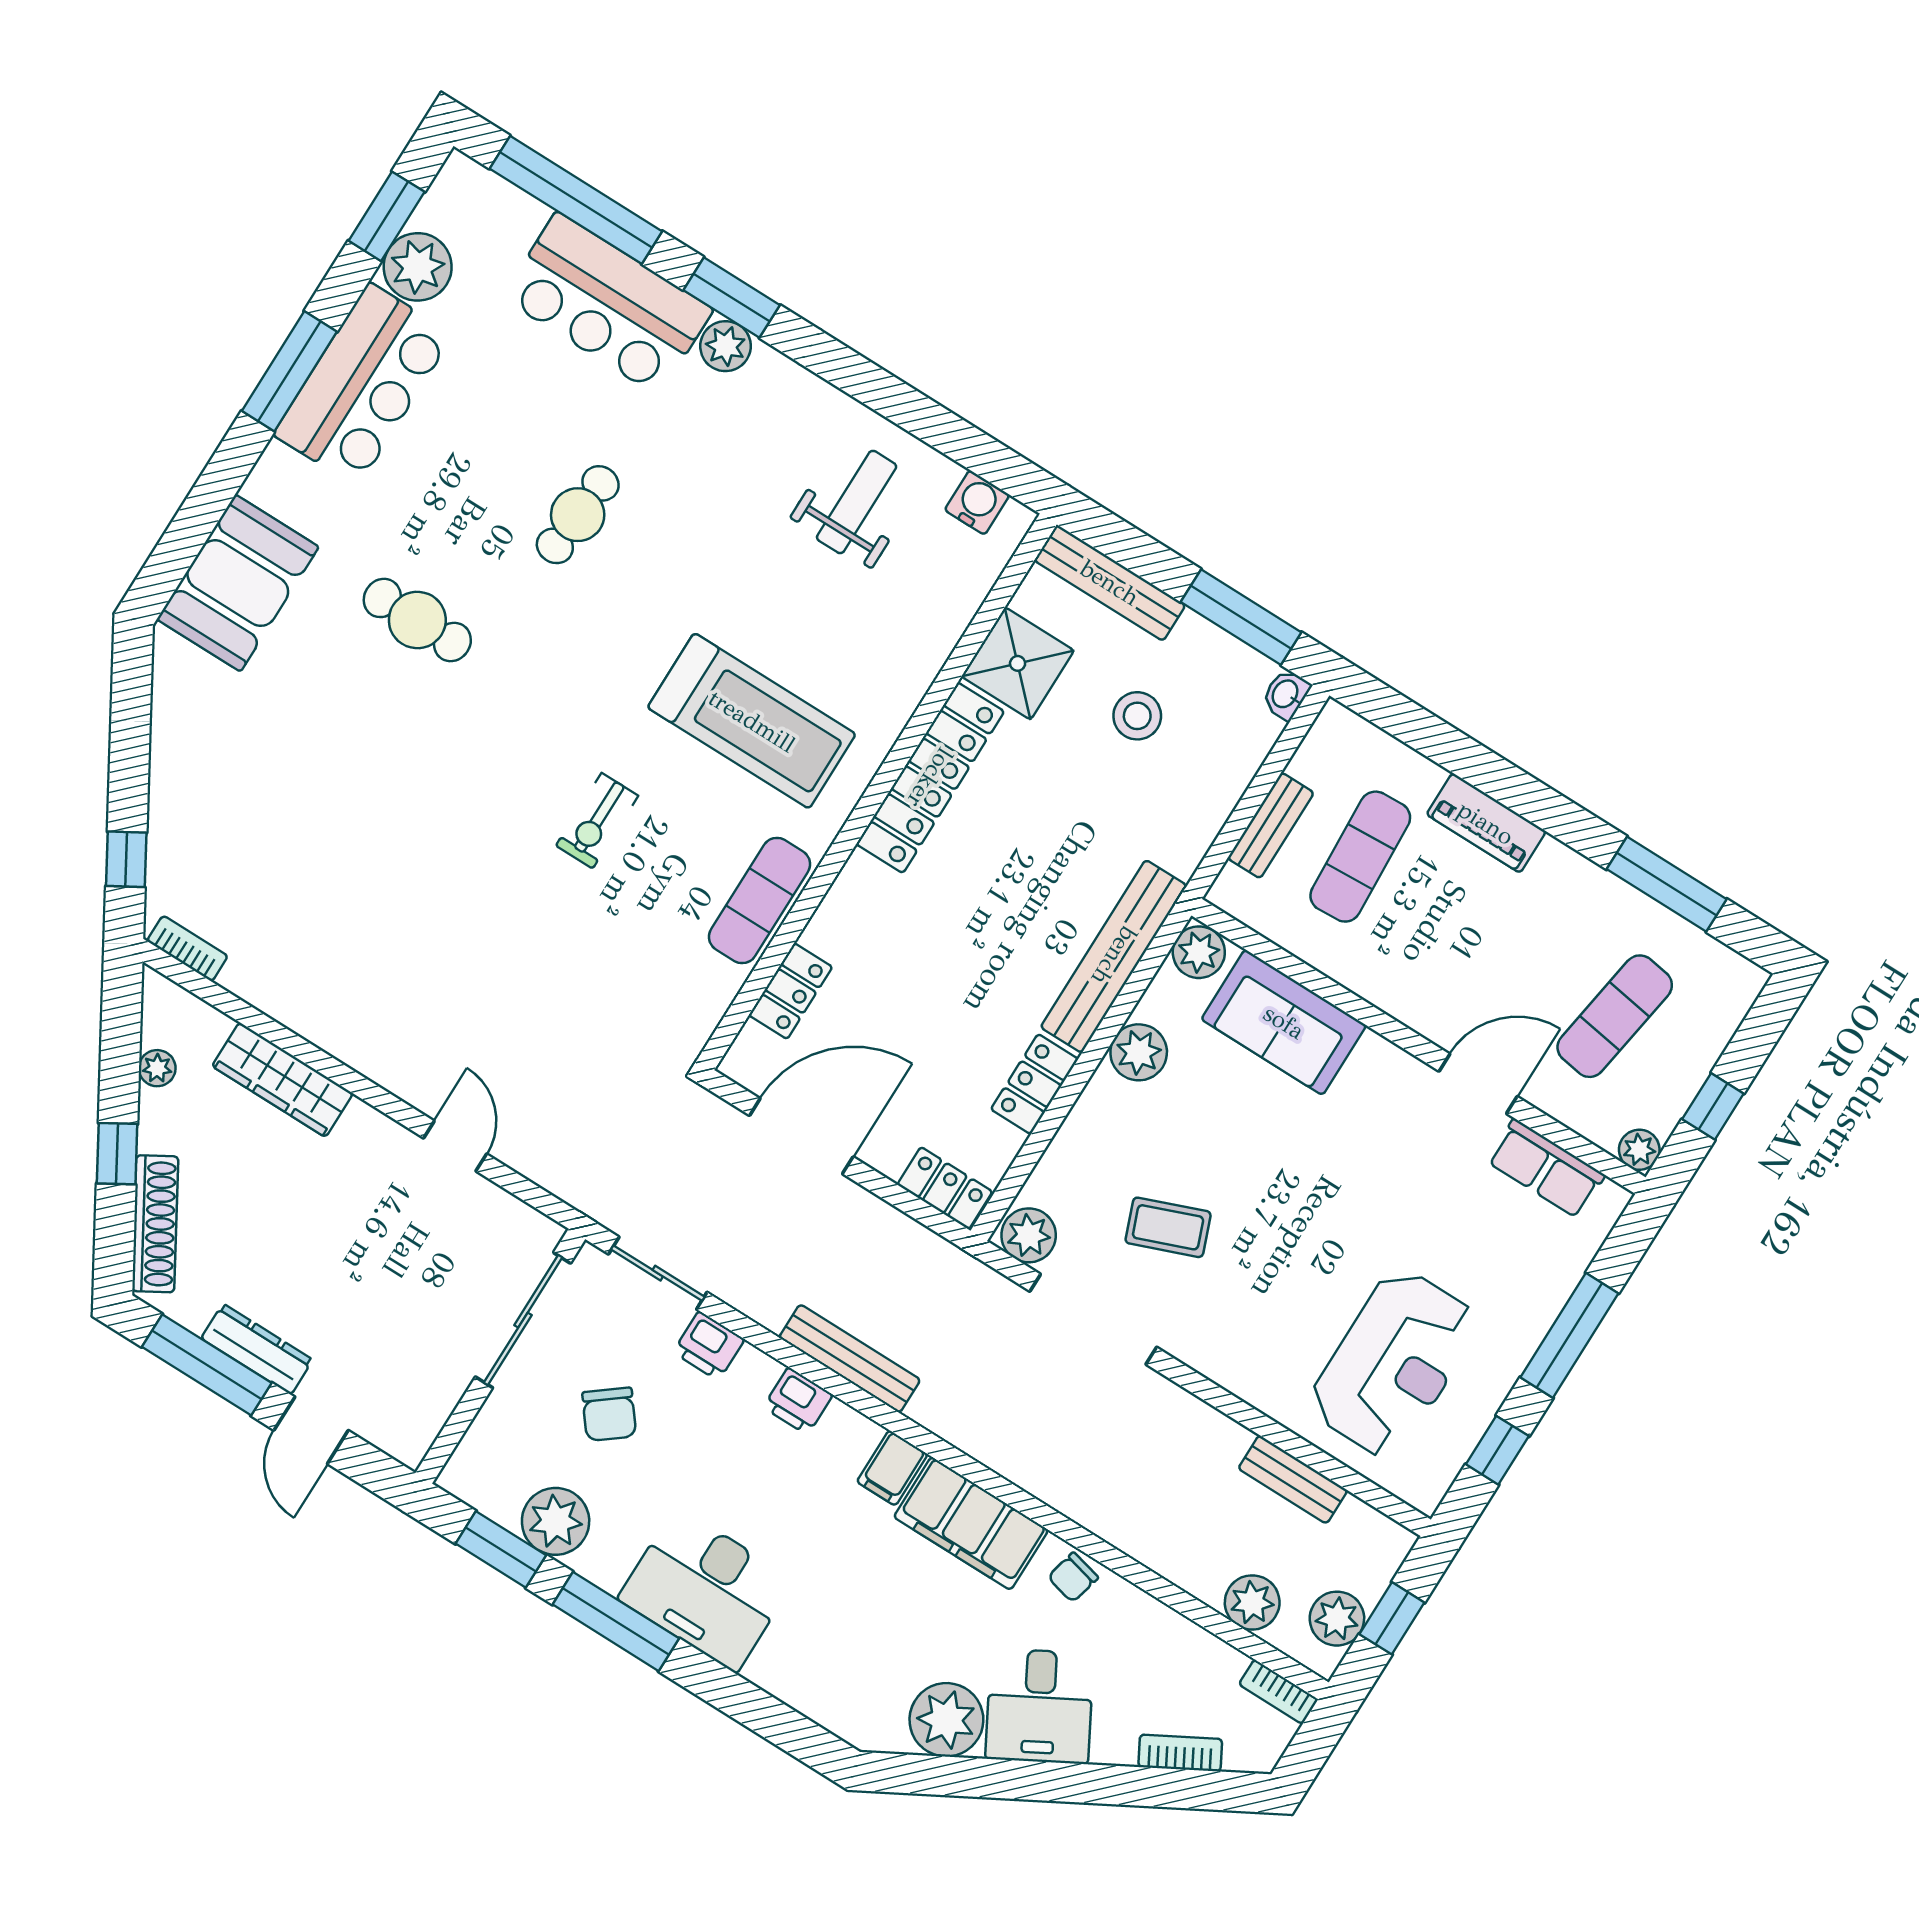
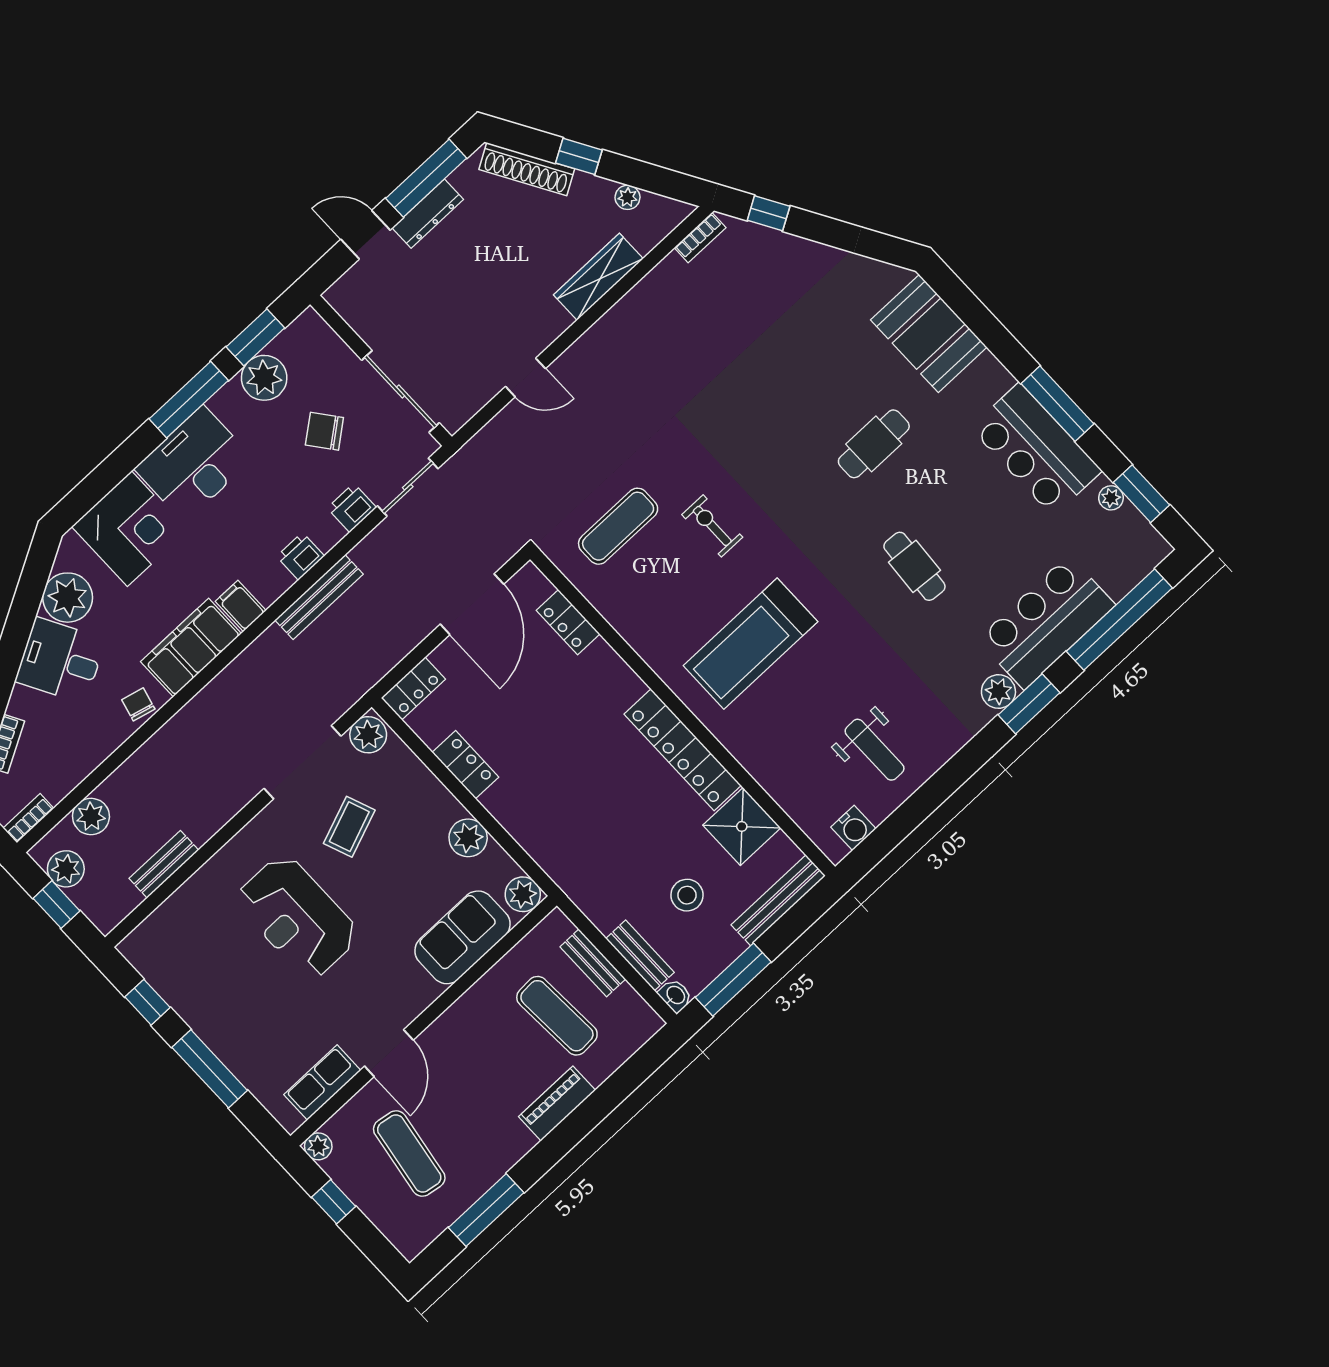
plant: (418, 267) -> (1111, 498), width x0.53, depth x0.53
exercise mat: (760, 901) -> (618, 526), moved, turned 90
bench: (1114, 956) -> (640, 955), moved, width x0.54, depth x0.82
reception desk: (1394, 1363) -> (297, 917), moved
corner desk: (824, 1657) -> (129, 529), added

